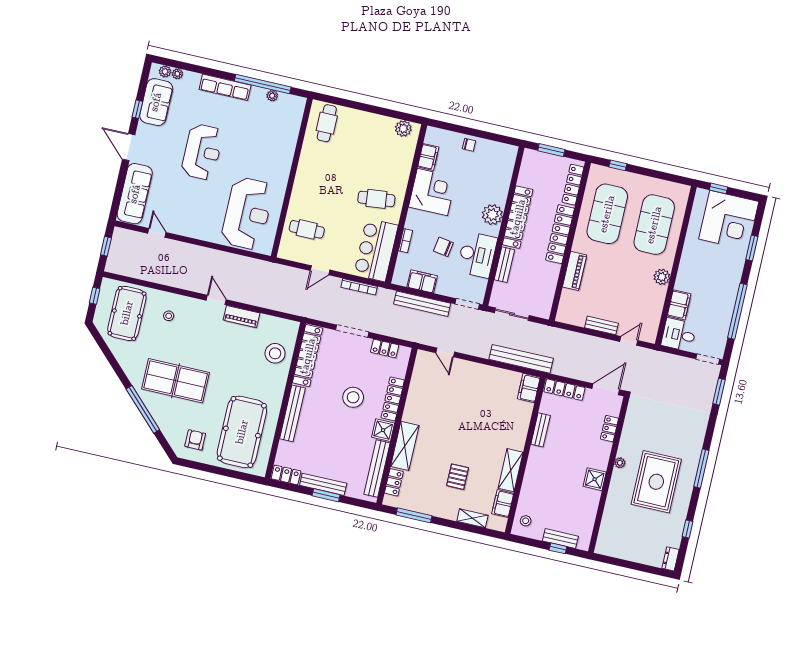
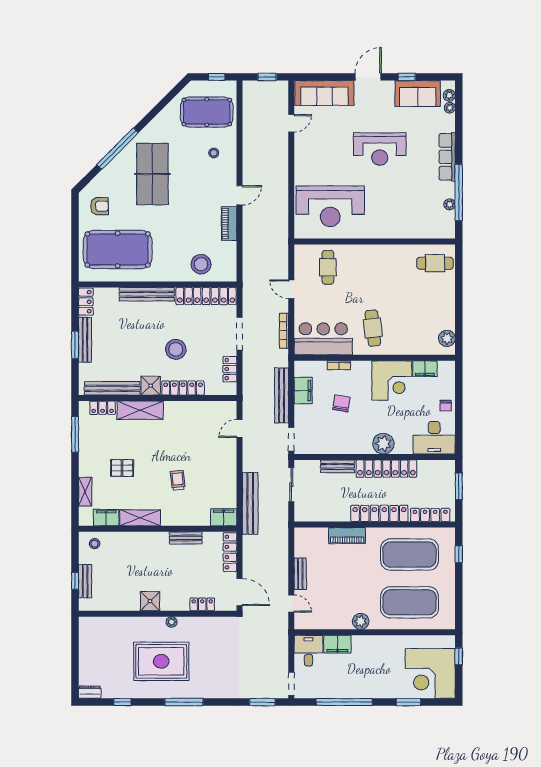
desk: (477, 255) -> (434, 438), moved
trolley: (482, 425) -> (178, 480), added

